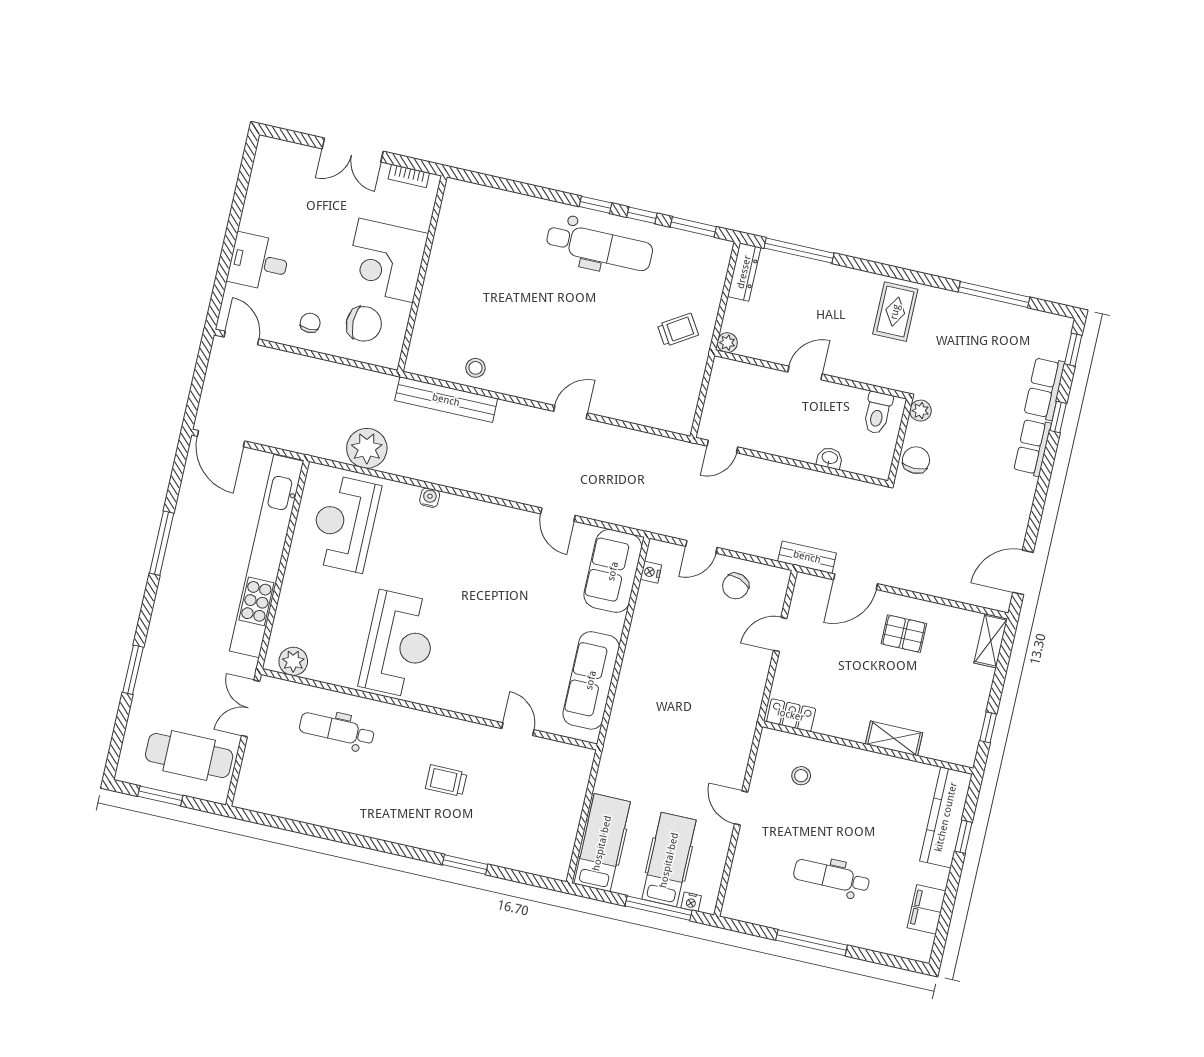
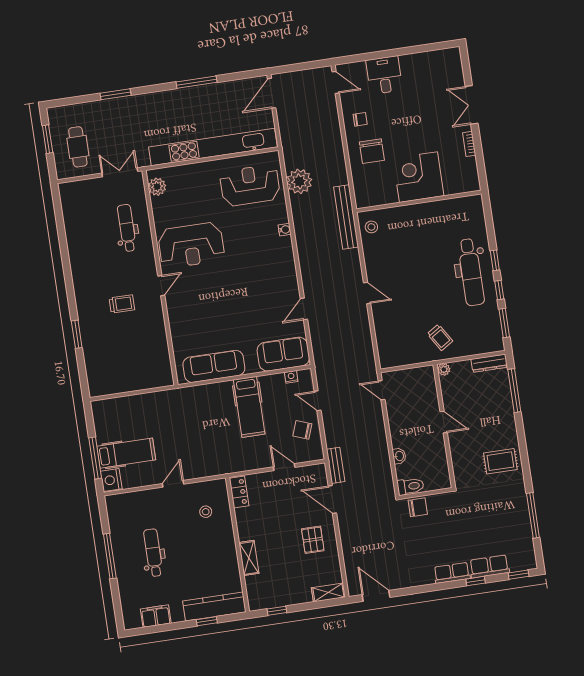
corner desk: (386, 260) -> (418, 177), moved
wall: (422, 274) -> (419, 201), moved
door: (241, 338) -> (336, 82), hinge flipped
plant: (920, 411) -> (448, 499), removed
toilet: (878, 413) -> (411, 486), moved, turned 180
door: (518, 729) -> (161, 286), moved
cafe table: (189, 755) -> (78, 147), width x0.73, depth x0.74
trolley: (446, 781) -> (122, 304), turned 90
hospital bed: (602, 843) -> (249, 407), moved, turned 90
nightstand: (691, 902) -> (111, 480), width x1.89, depth x1.79

